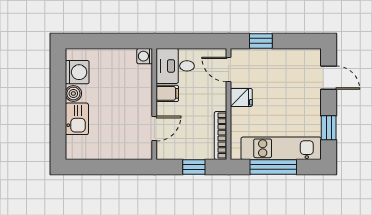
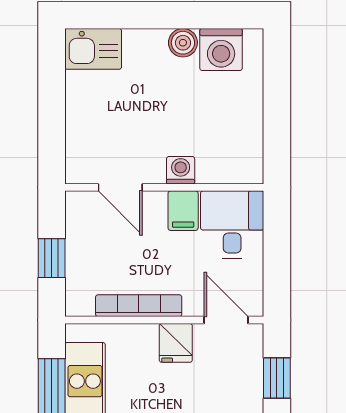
washing machine: (145, 56) -> (181, 170), moved
door: (228, 69) -> (226, 320), hinge flipped
kitchen sink: (77, 119) -> (93, 49), moved
bookcase: (220, 136) -> (139, 306), moved

